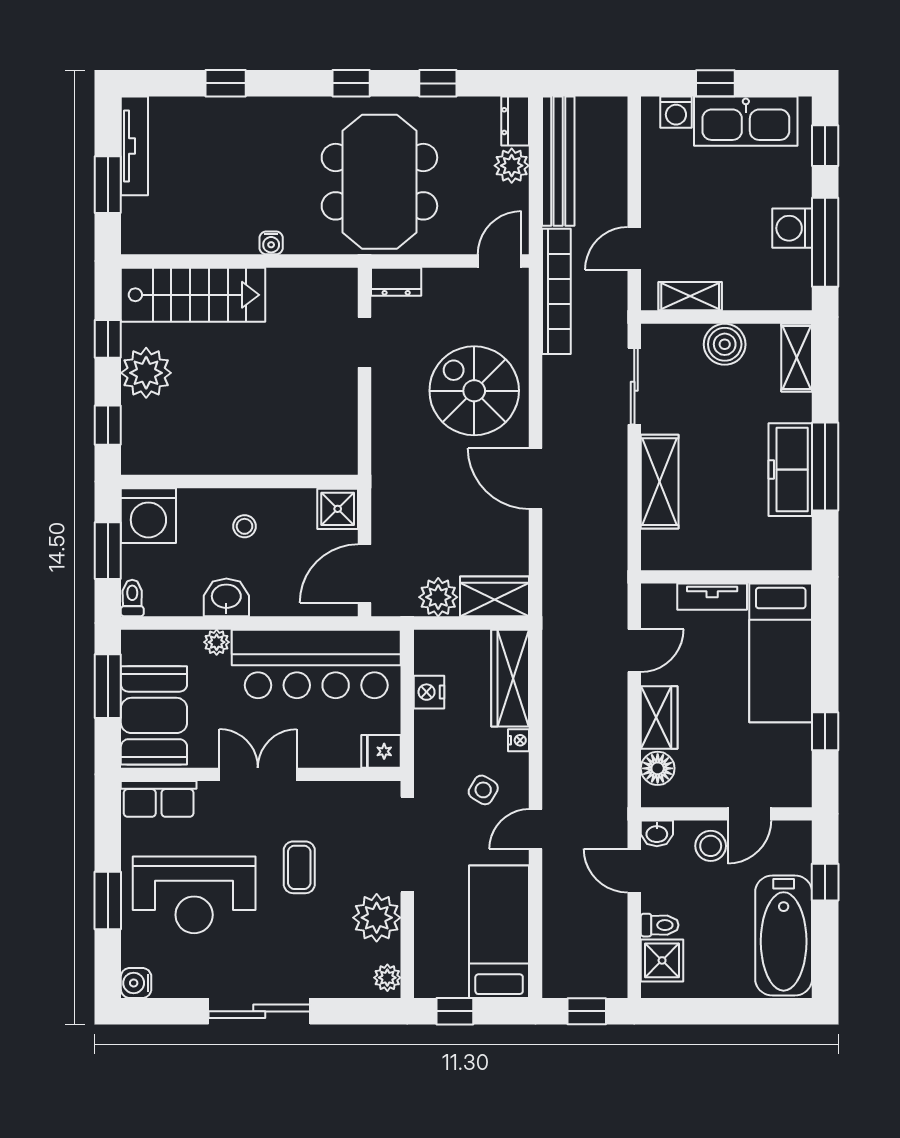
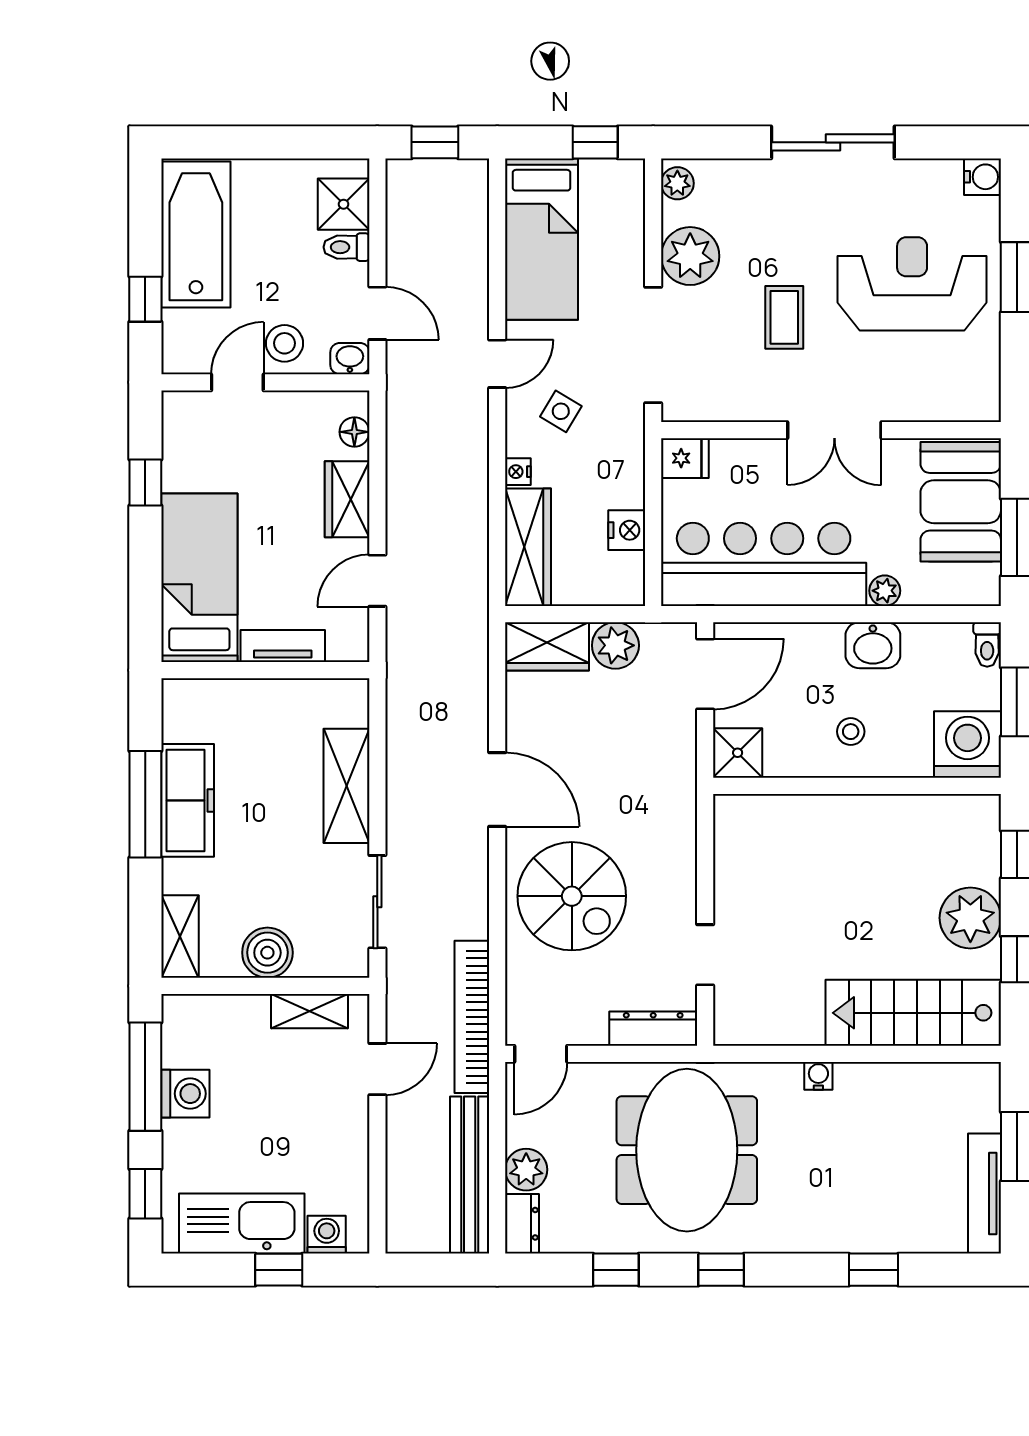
dresser: (396, 282) -> (653, 1029), width x1.44
floor lamp: (658, 768) -> (354, 432), width x0.73, depth x0.73
row of seats: (159, 799) -> (955, 400), removed

